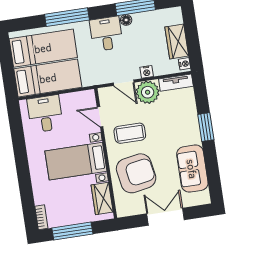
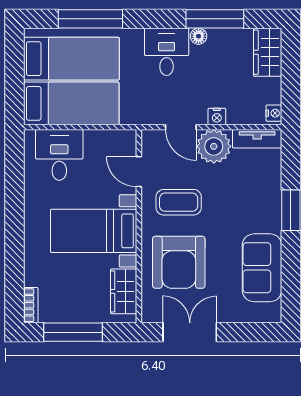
window: (67, 17) -> (90, 19), moved
wardrobe: (177, 42) -> (268, 52), moved
armchair: (136, 173) -> (179, 262), turned 100
double door: (166, 217) -> (190, 332), moved

